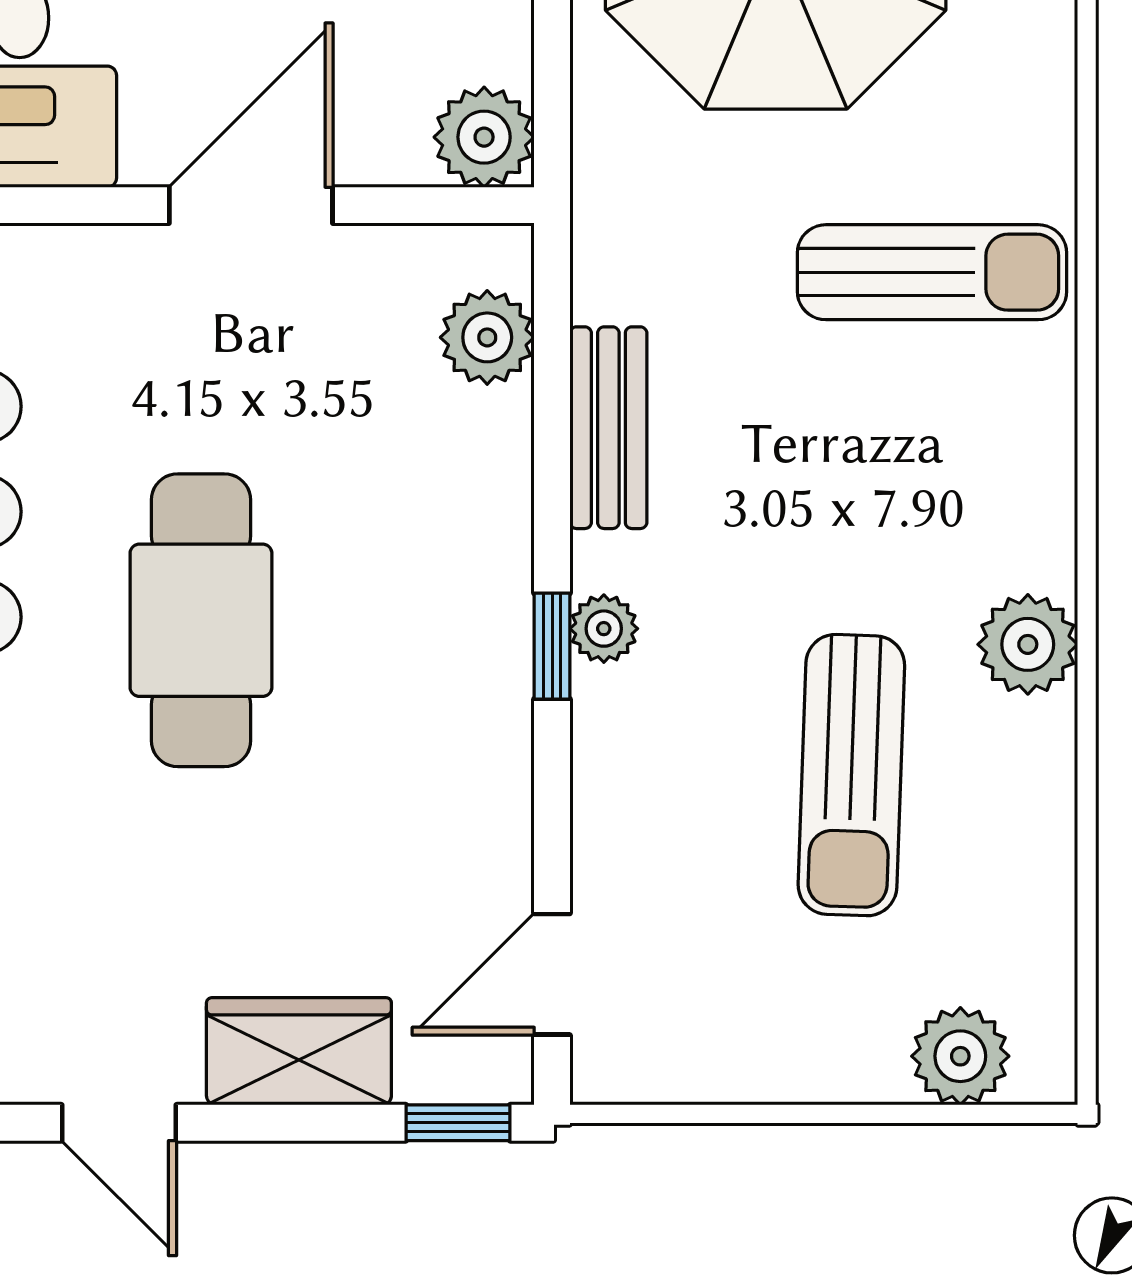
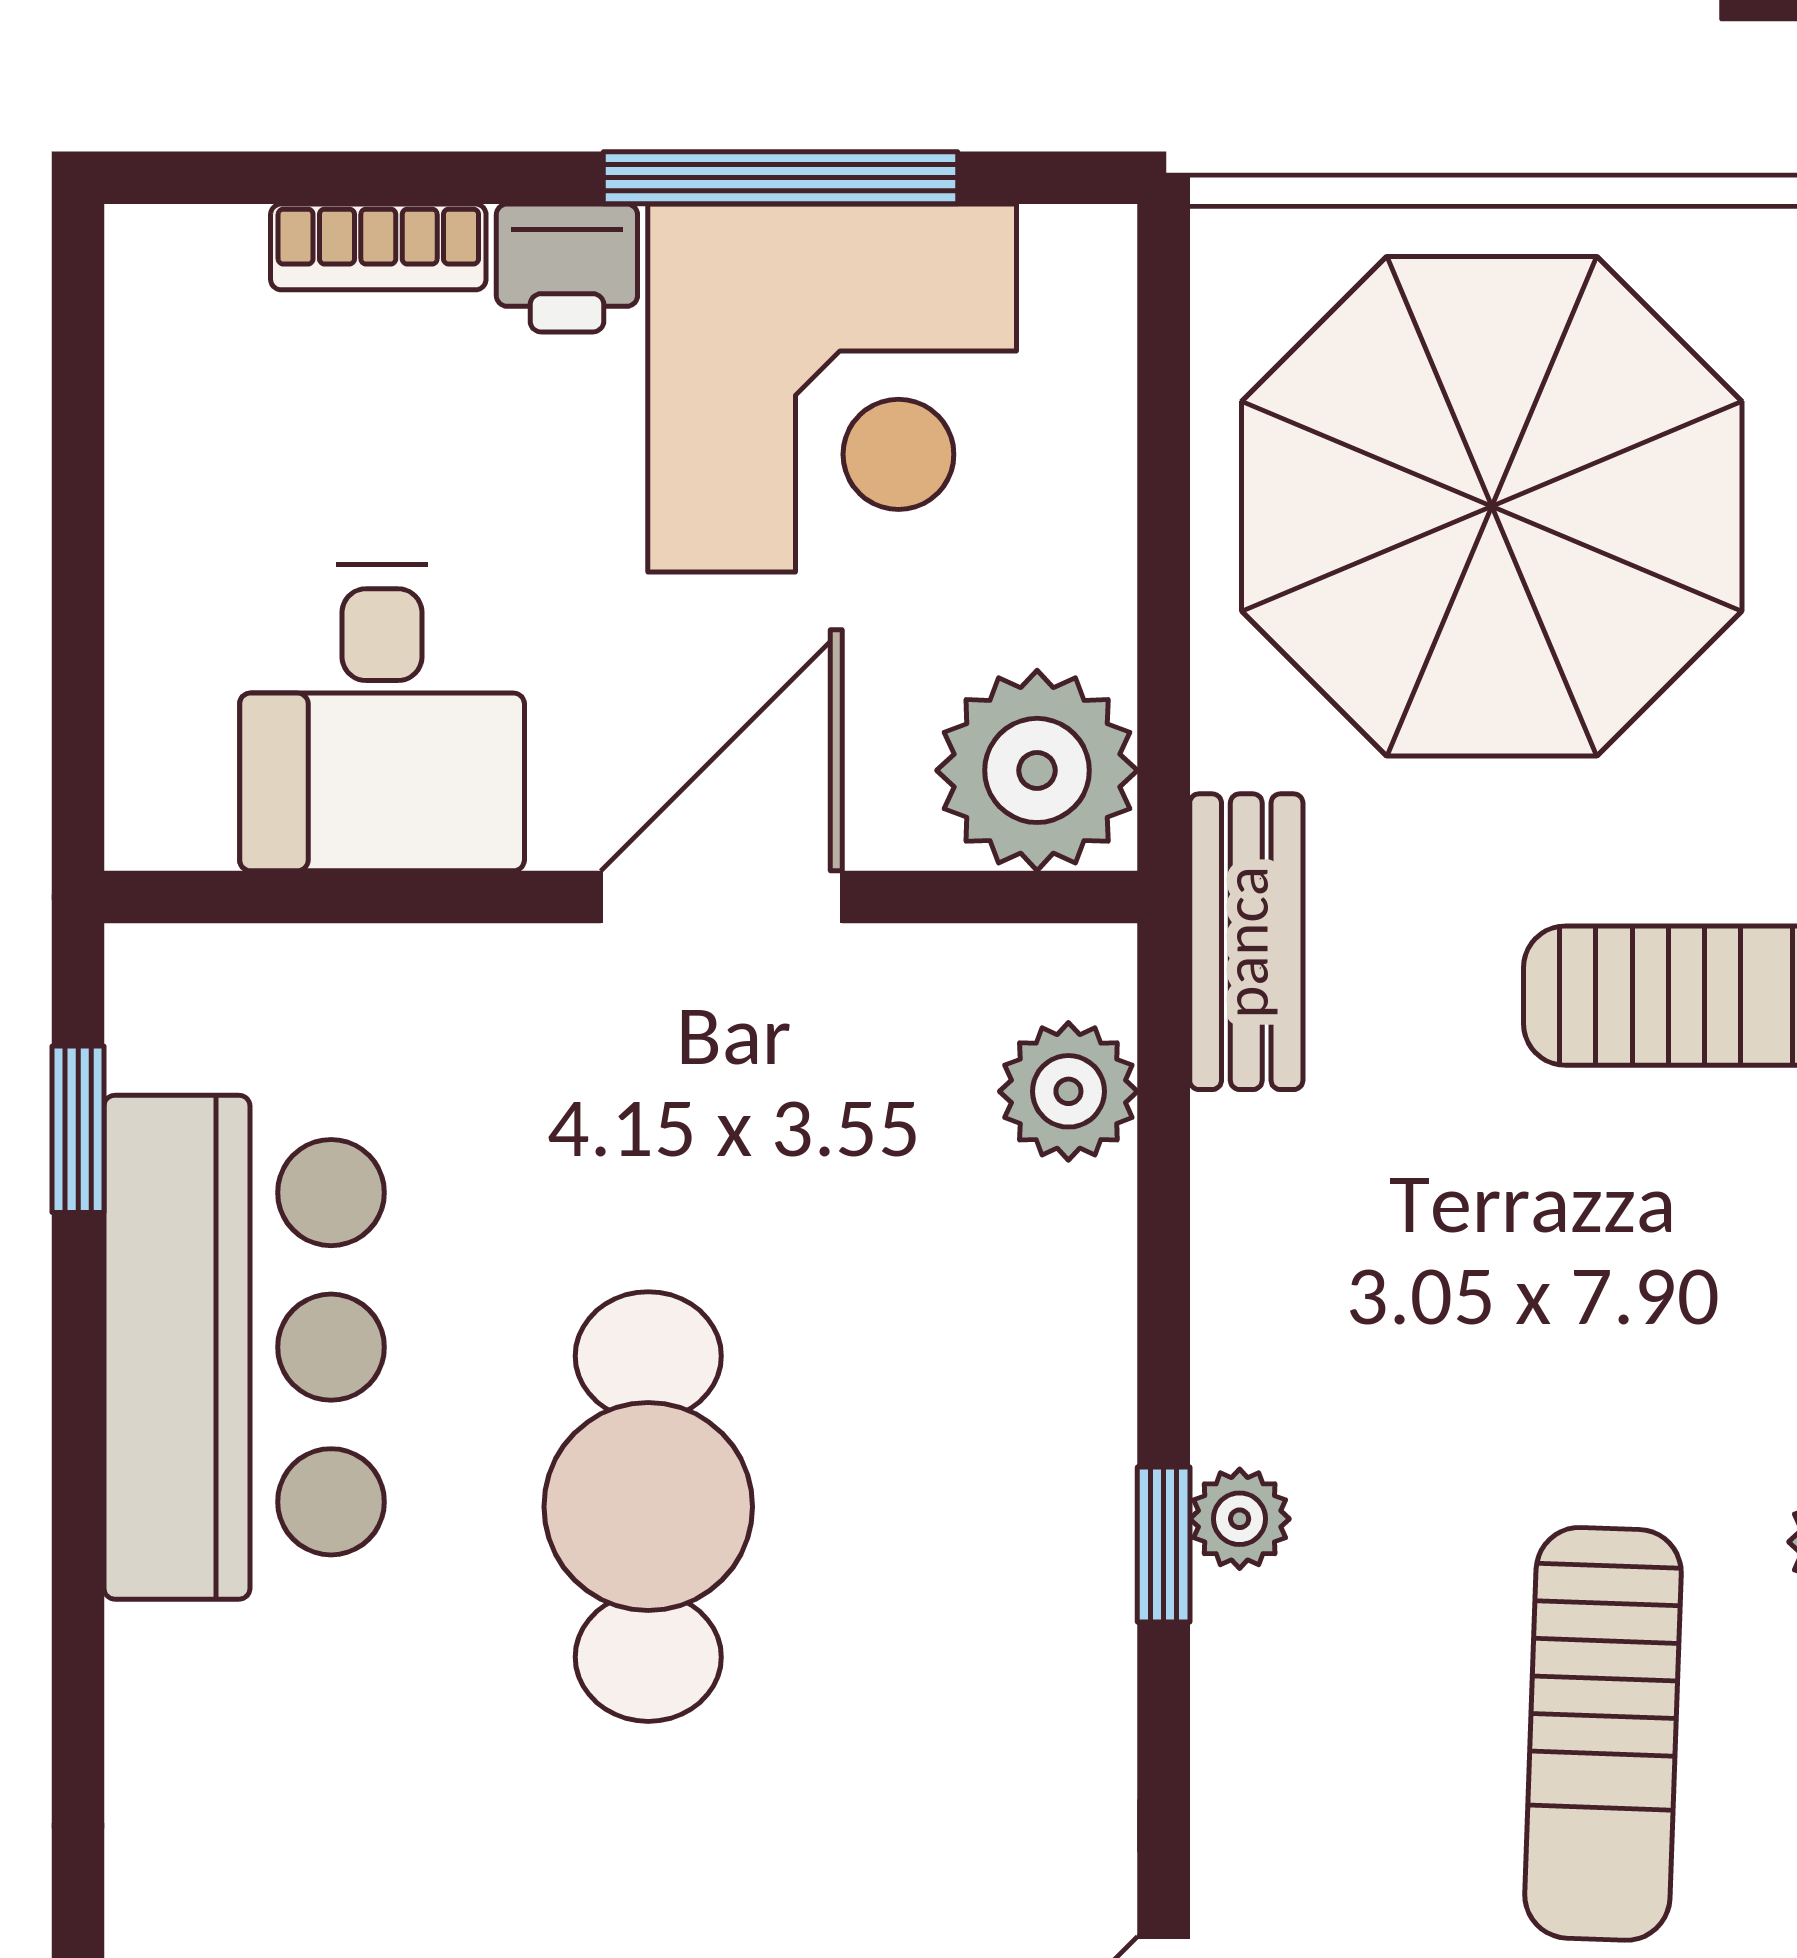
plant: (484, 137) -> (1037, 770), width x1.36, depth x1.36
bench: (608, 428) -> (1246, 942), moved

